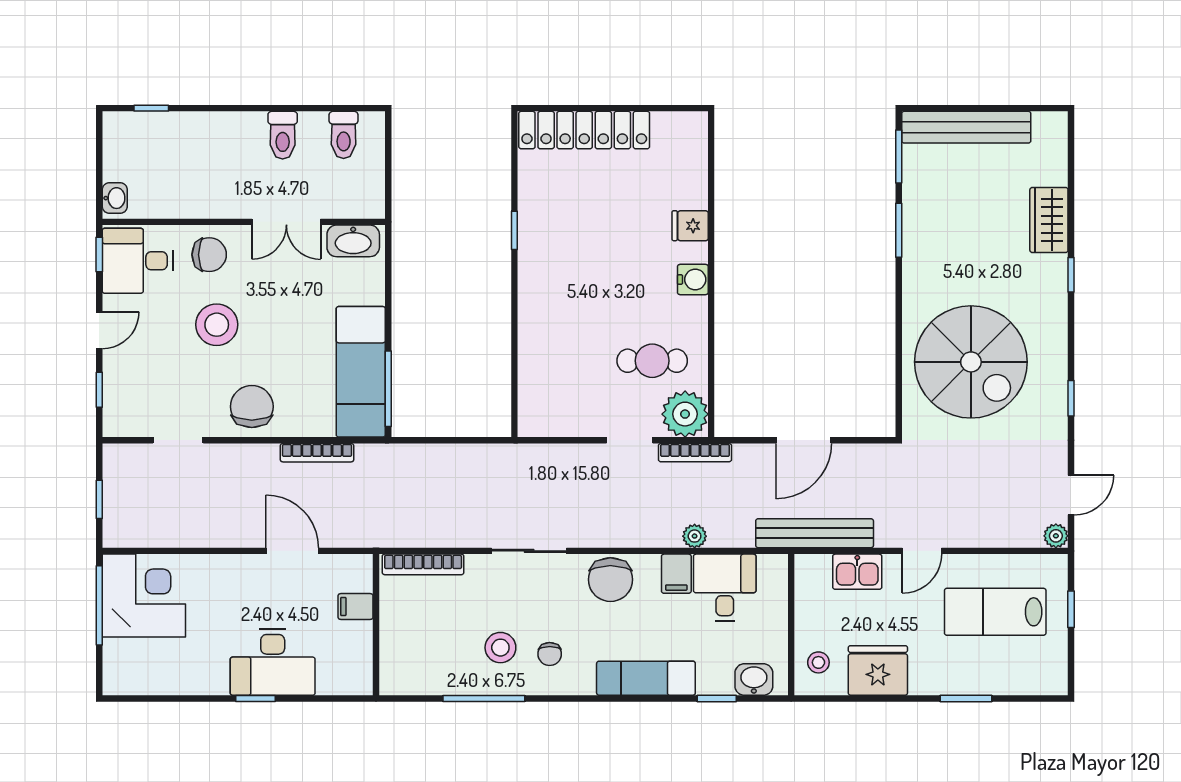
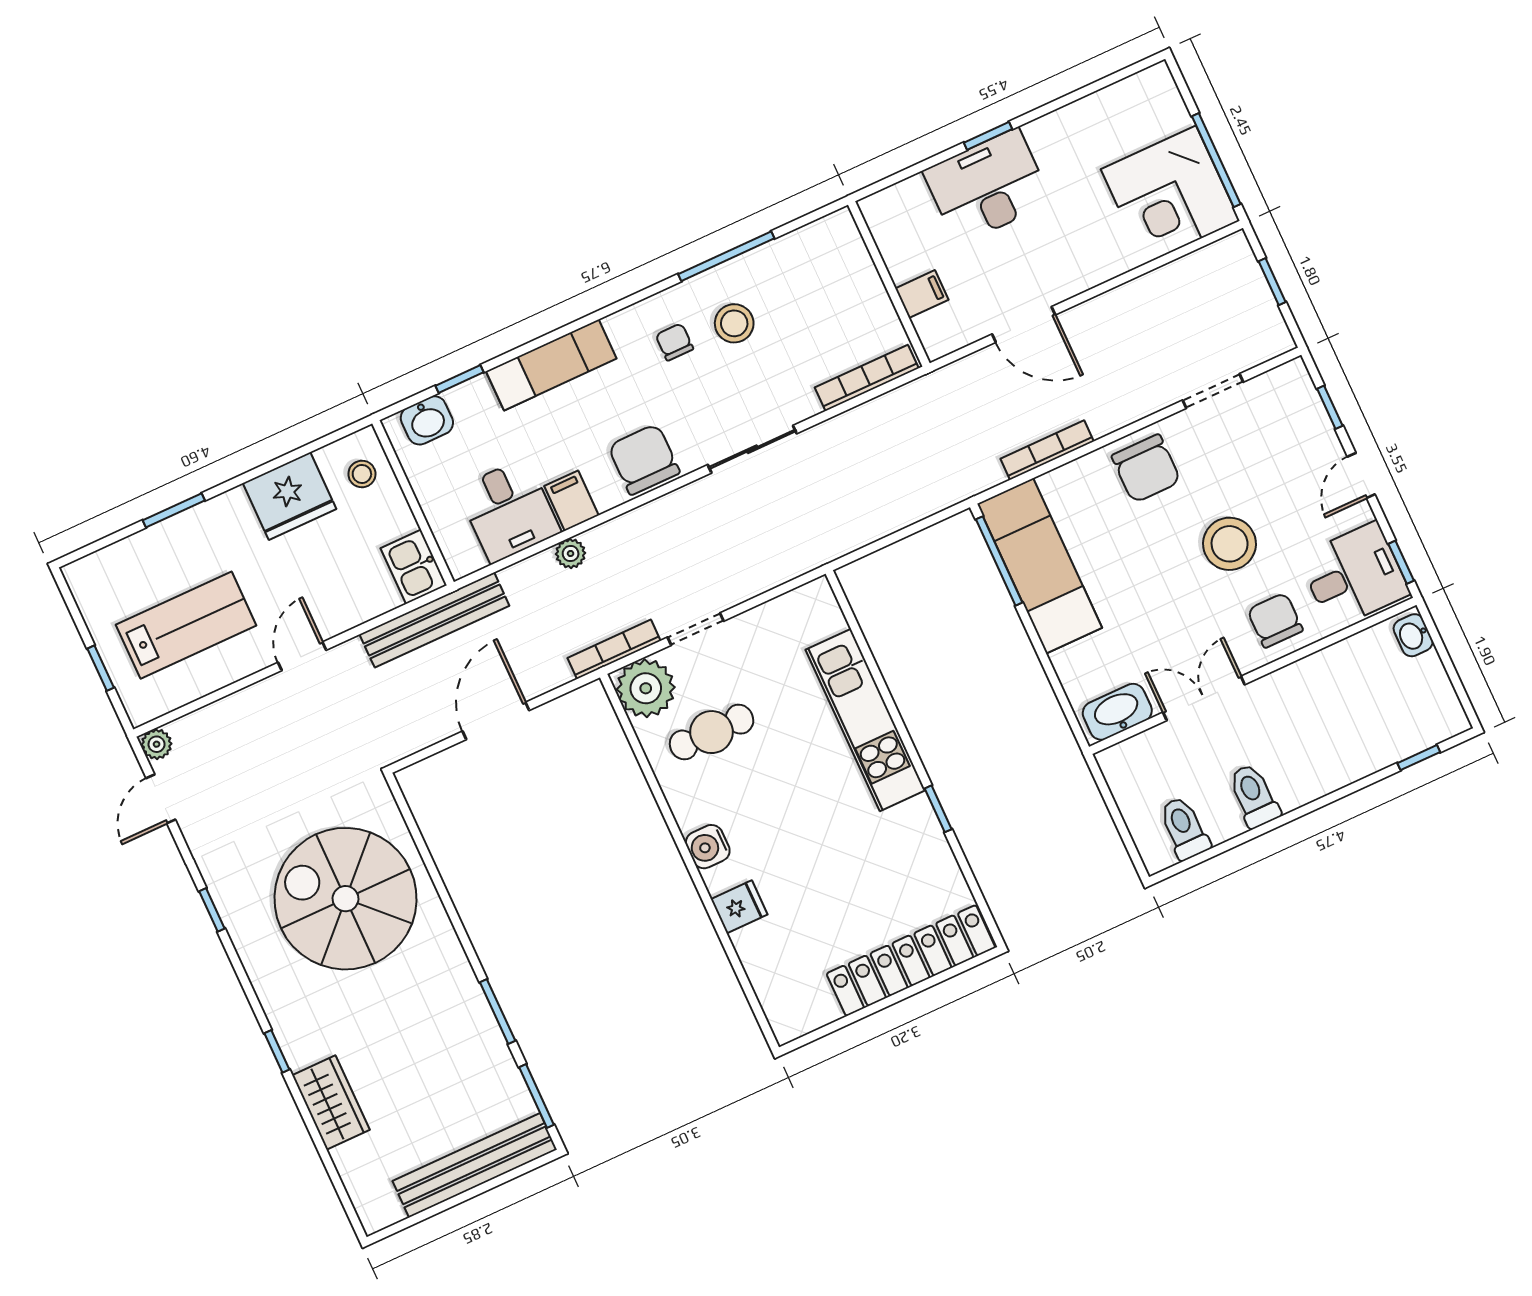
chair: (209, 255) -> (1275, 620), turned 90
kitchen unit: (537, 318) -> (865, 720), added
kitchen sink: (857, 572) -> (414, 567), moved, turned -90

